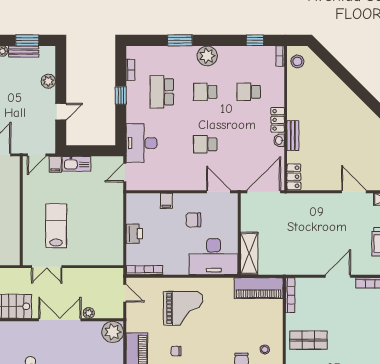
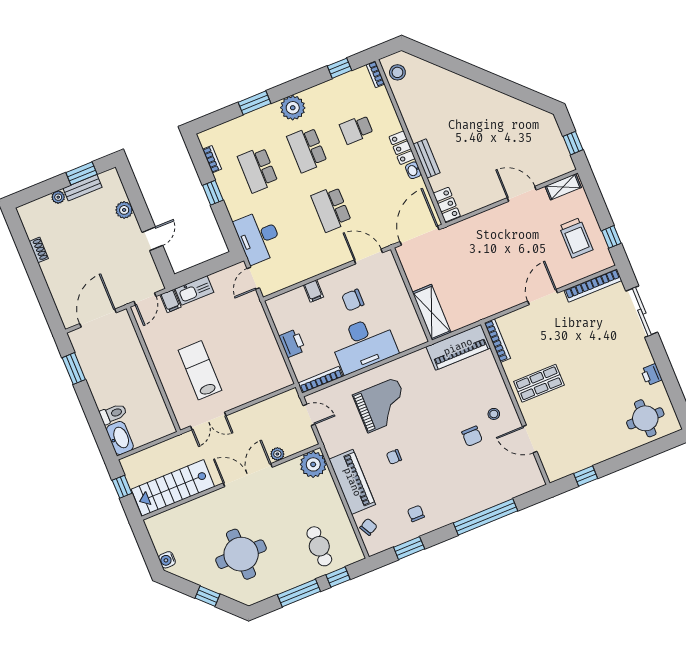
school desk: (205, 92) -> (307, 149), width x1.85
school desk: (205, 144) -> (331, 209), width x1.85
desk: (214, 257) -> (364, 344), moved

